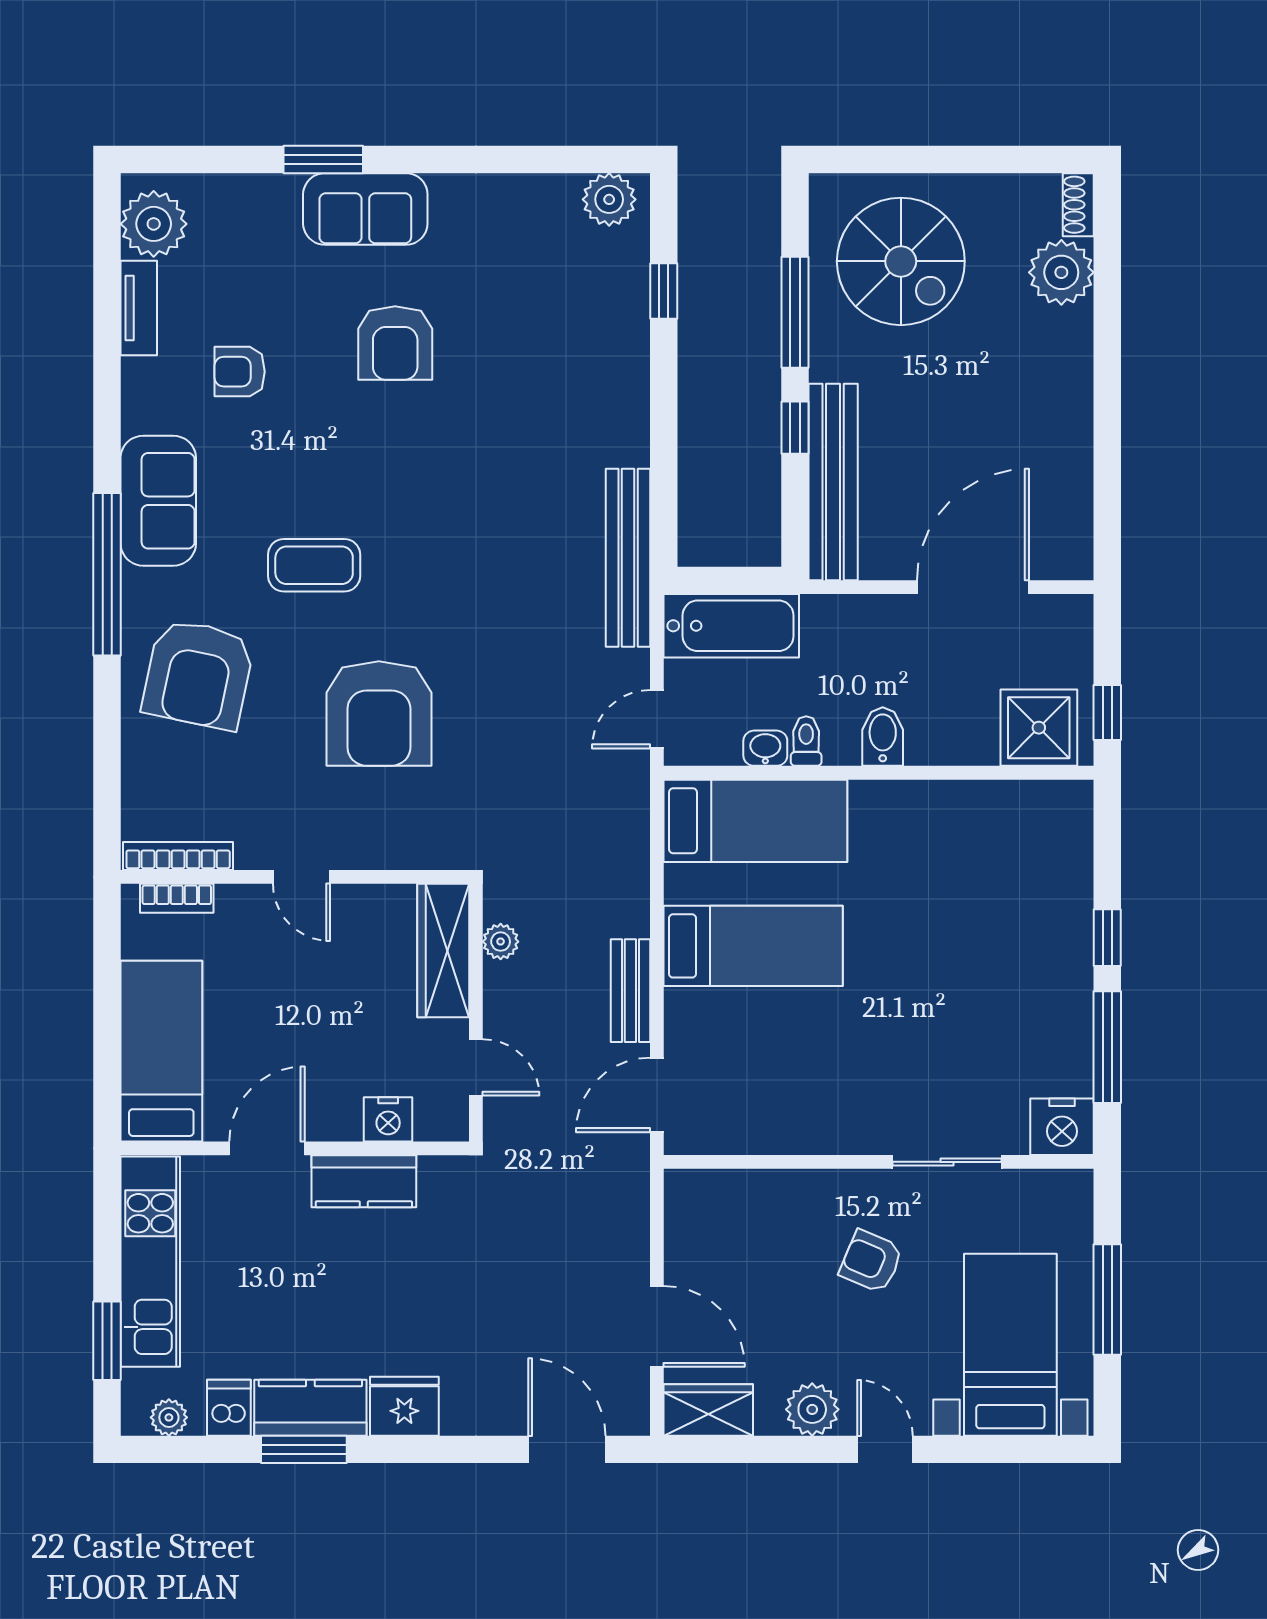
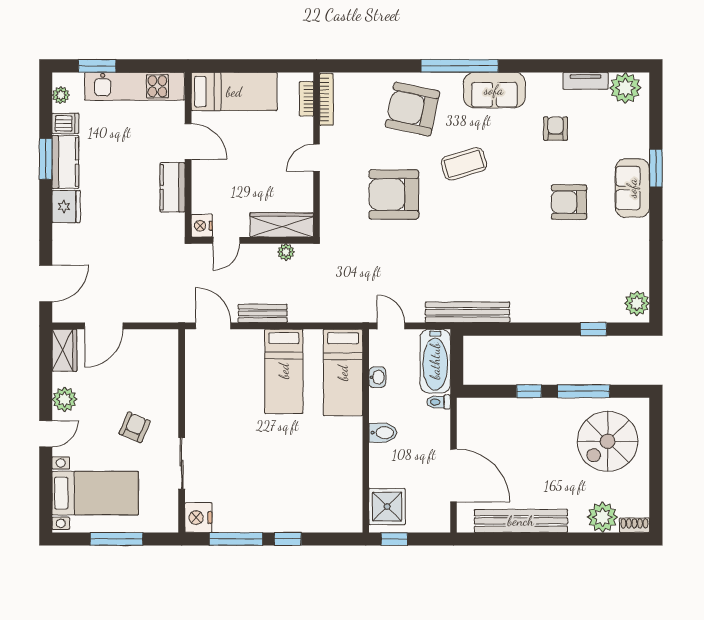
bench: (833, 482) -> (521, 521), moved
coffee table: (314, 565) -> (464, 164), turned 73
toilet: (806, 741) -> (439, 402), moved, turned 180
nightstand: (388, 1119) -> (202, 226), moved

